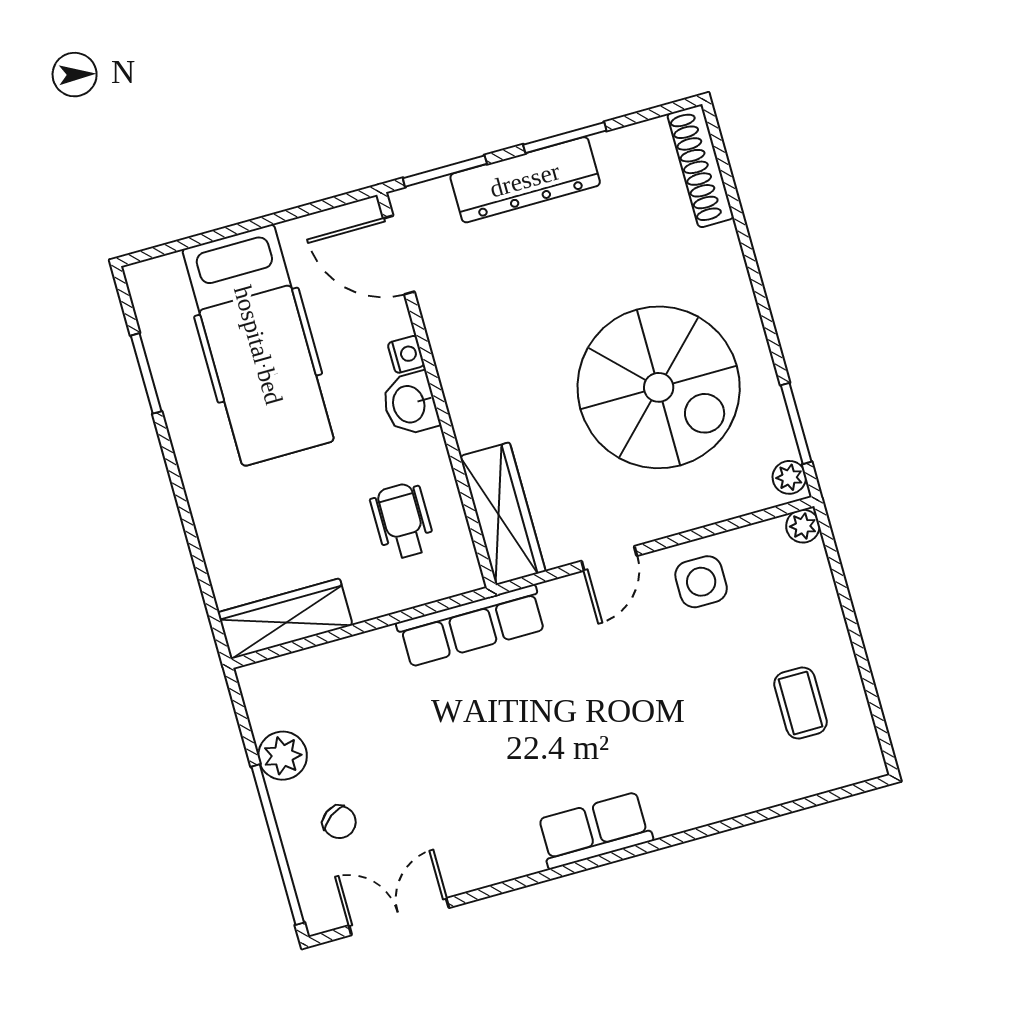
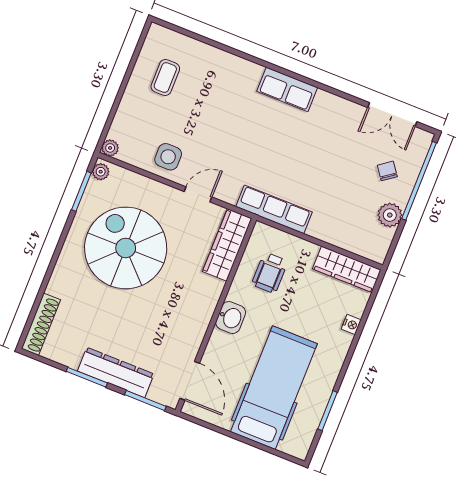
nightstand: (406, 354) -> (351, 325), moved, turned 180

